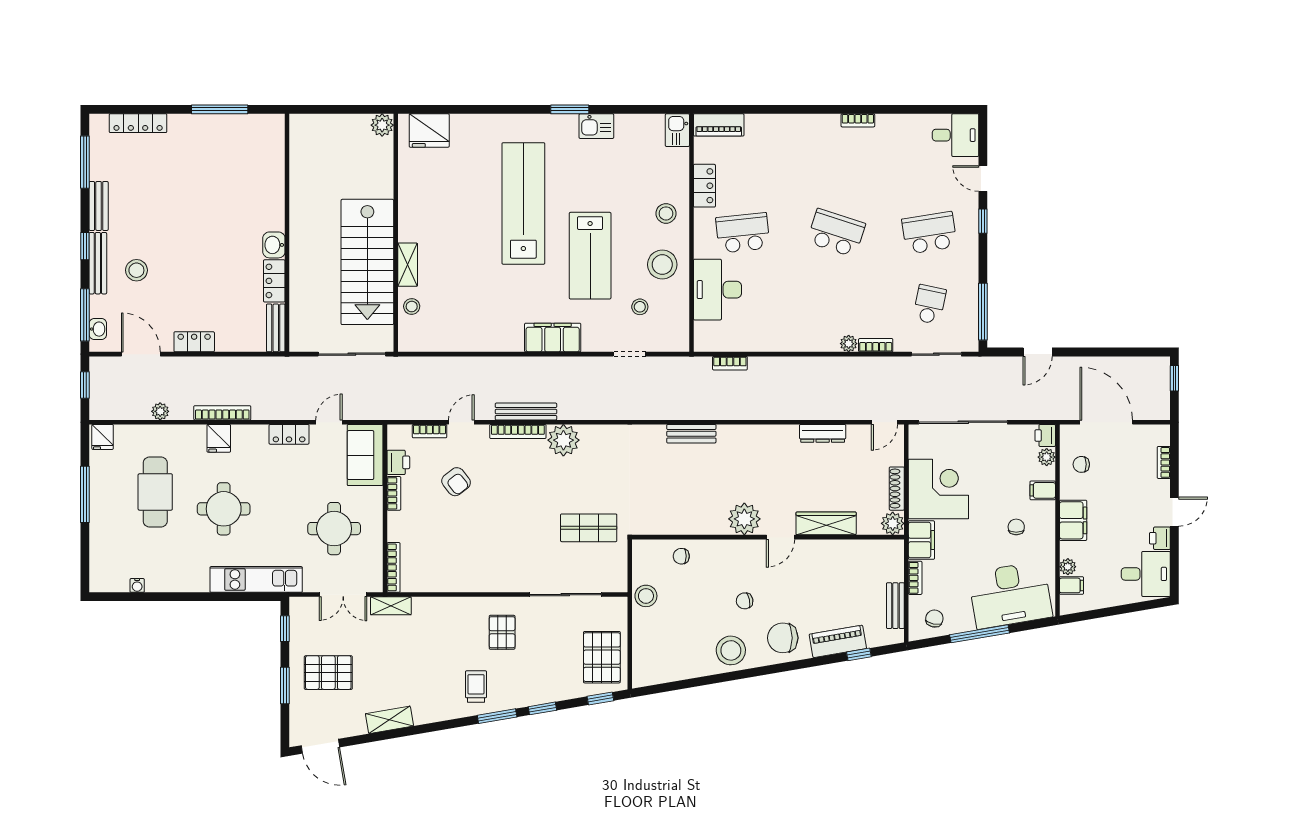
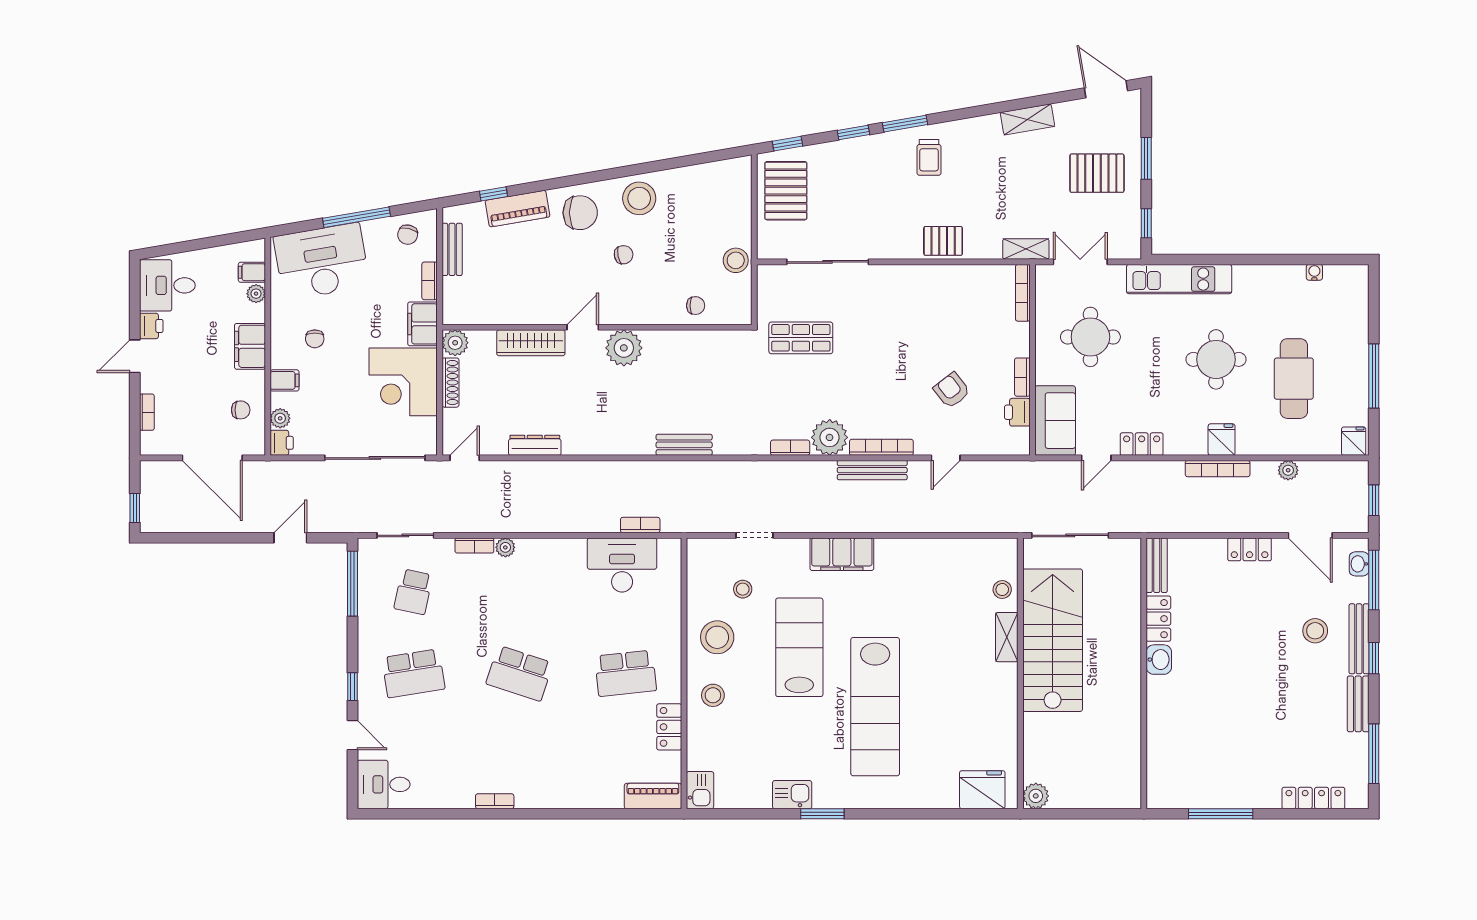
desk: (717, 290) -> (622, 565), moved, turned -90
bookcase: (430, 431) -> (790, 448), moved
pallet: (502, 632) -> (943, 241), moved, turned 90

